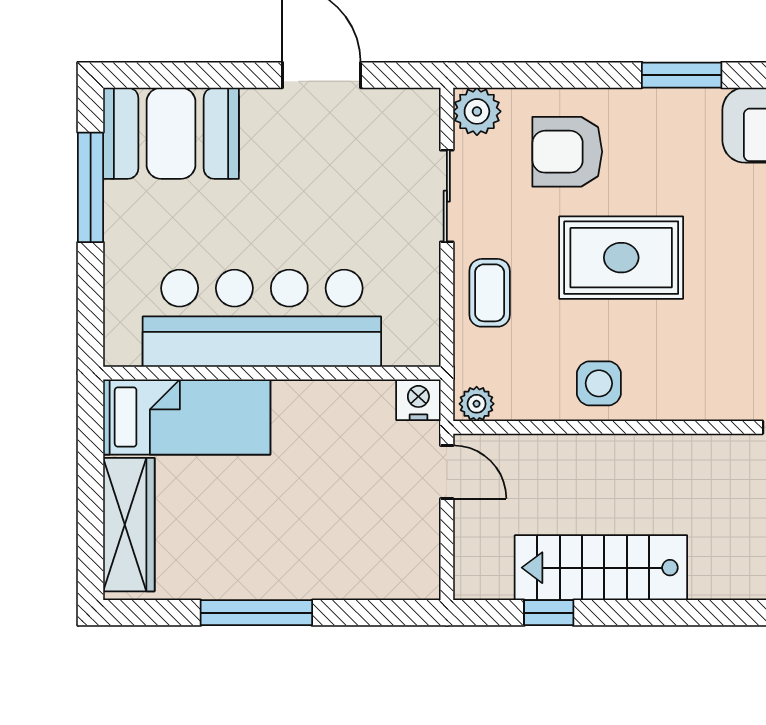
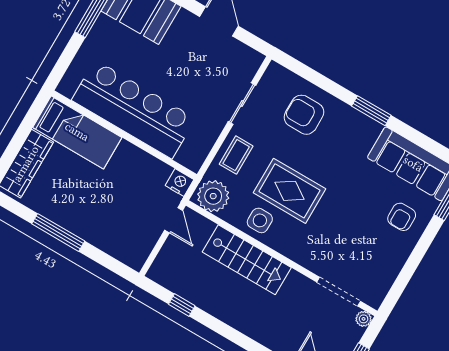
plant: (477, 111) -> (276, 75), removed
rug: (621, 258) -> (290, 191), moved
plant: (477, 404) -> (213, 196), width x1.88, depth x1.88
stairs: (601, 568) -> (247, 260), moved, turned 180

